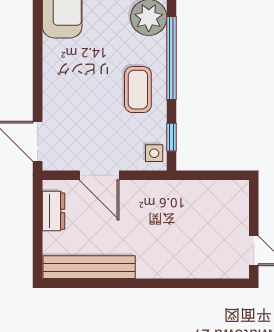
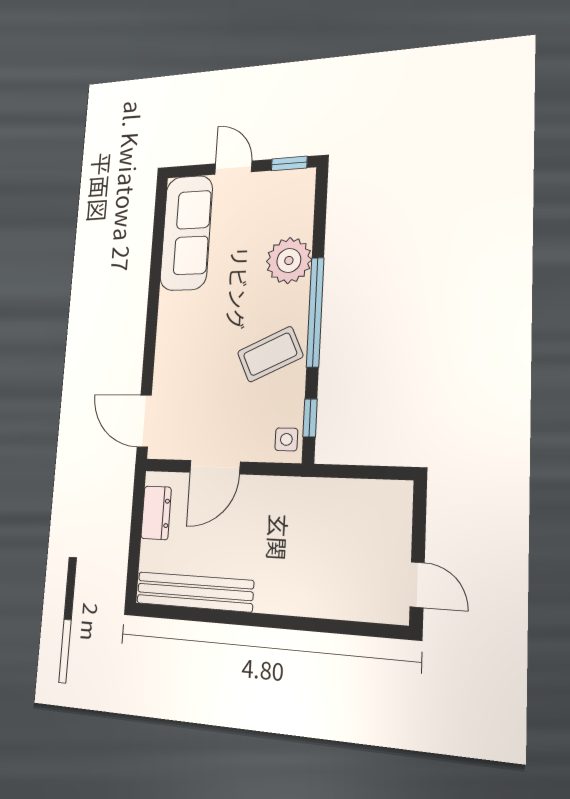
coffee table: (138, 90) -> (270, 354), turned 65
door: (99, 175) -> (215, 467), hinge flipped

